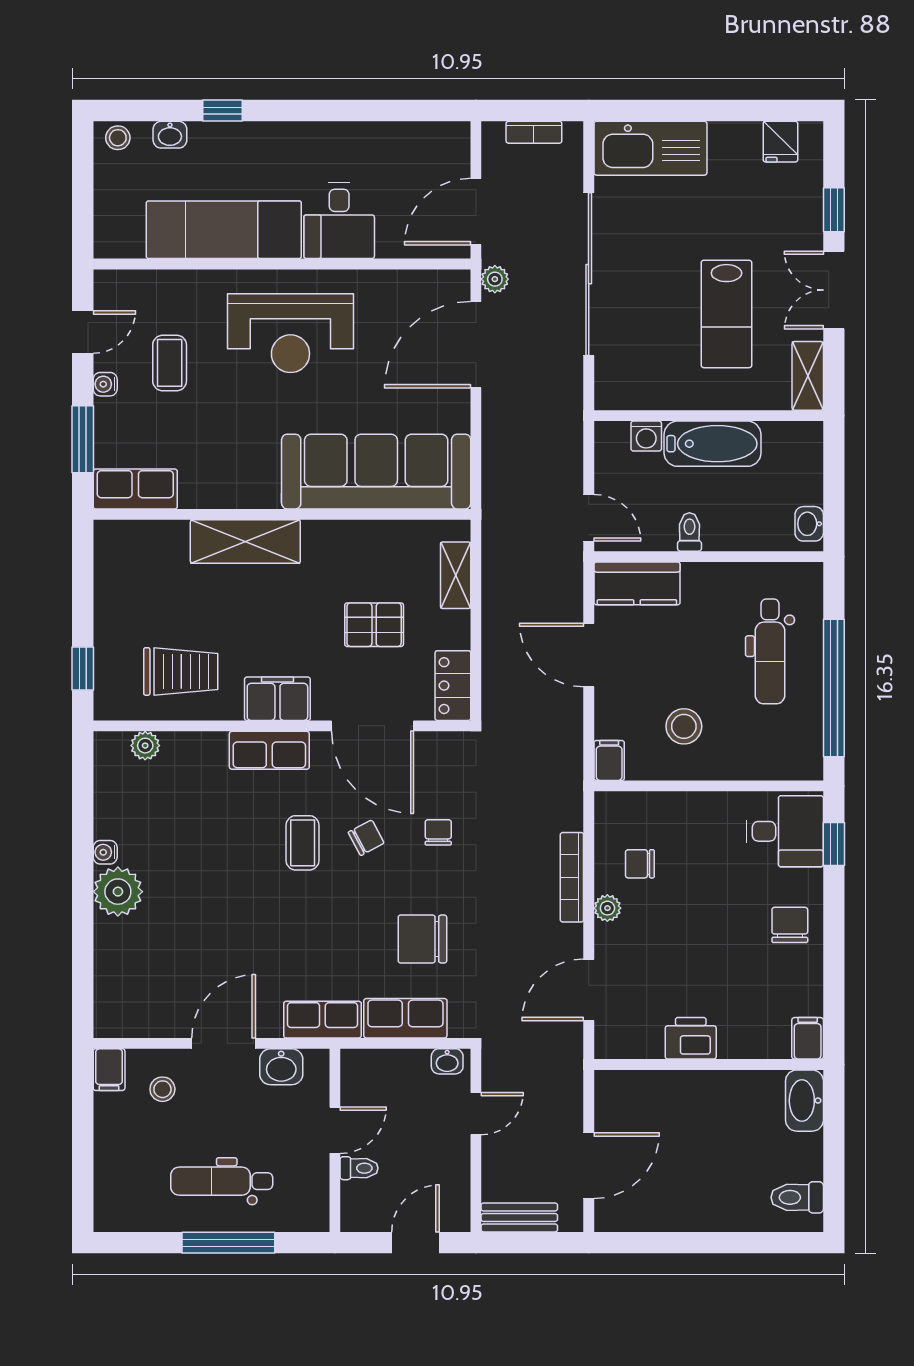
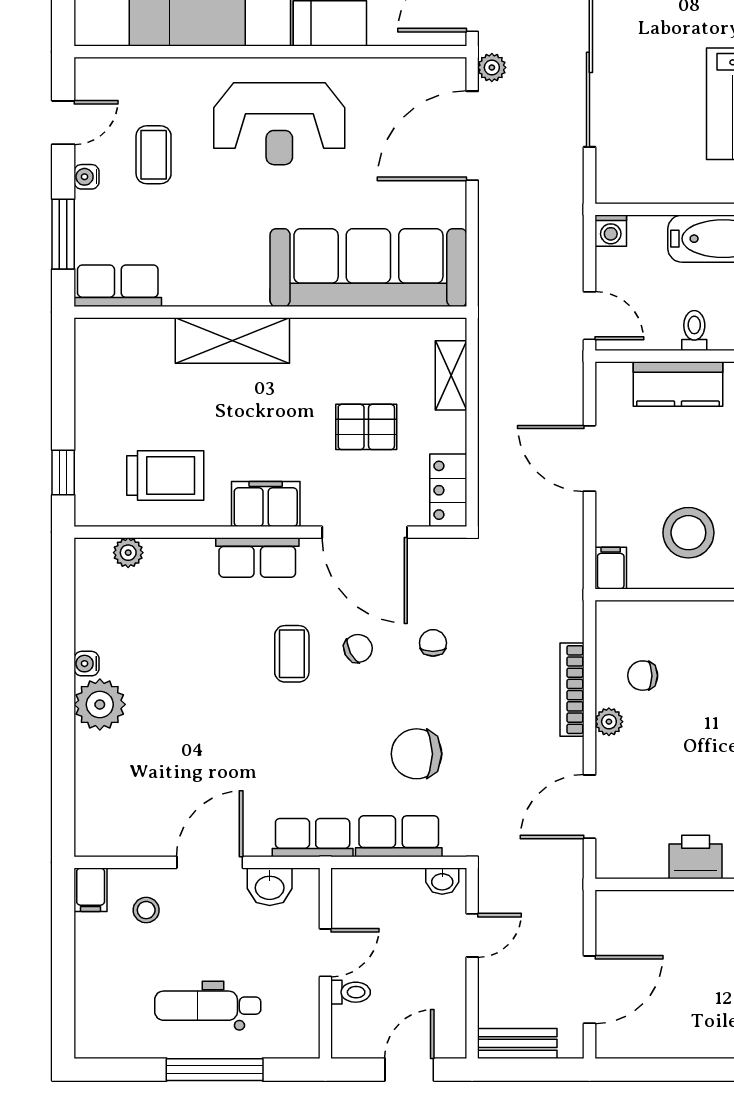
washing machine: (646, 436) -> (611, 231), moved
kitchen counter: (637, 583) -> (678, 384), moved
stool: (684, 726) -> (688, 533), width x1.38, depth x1.38

